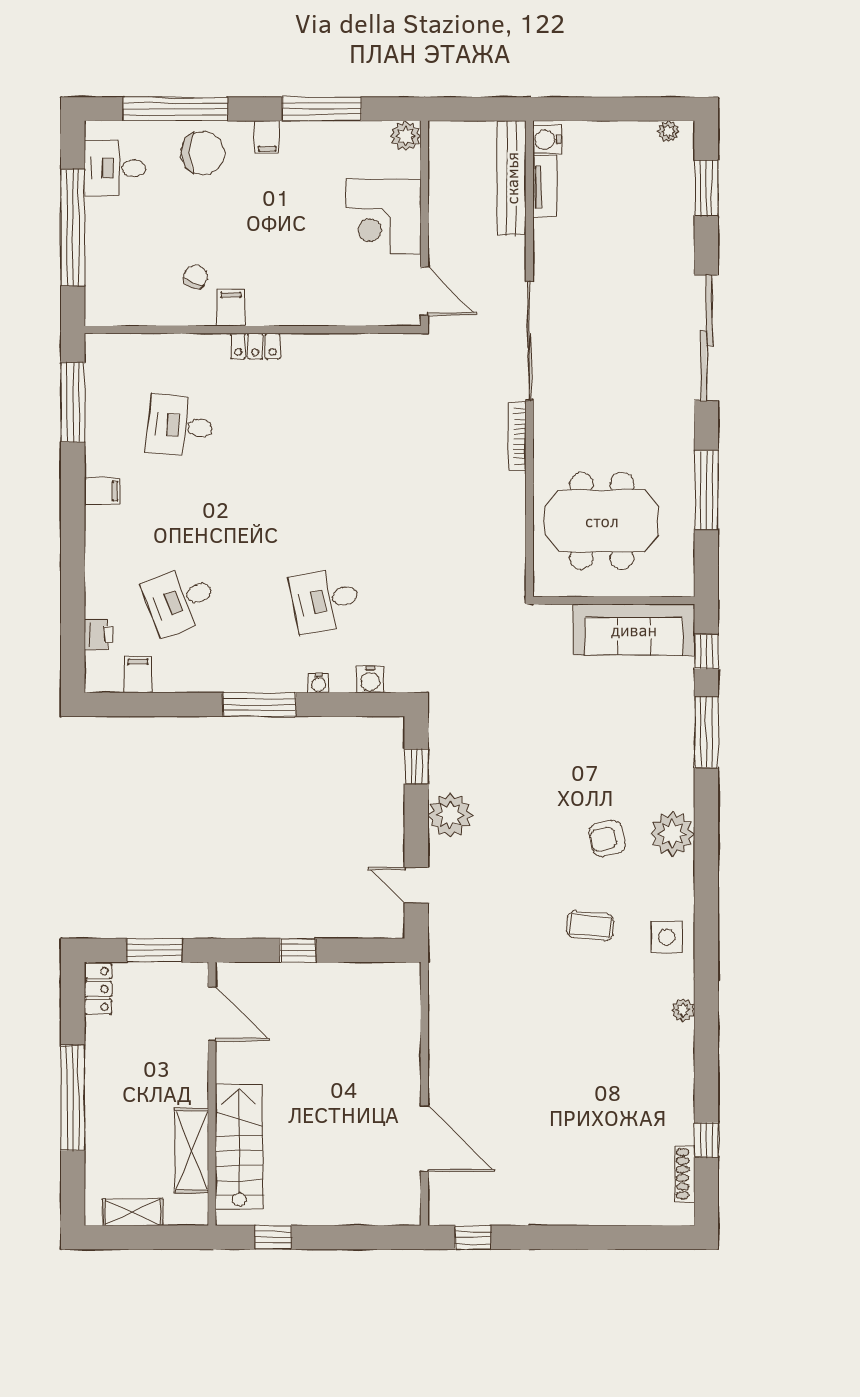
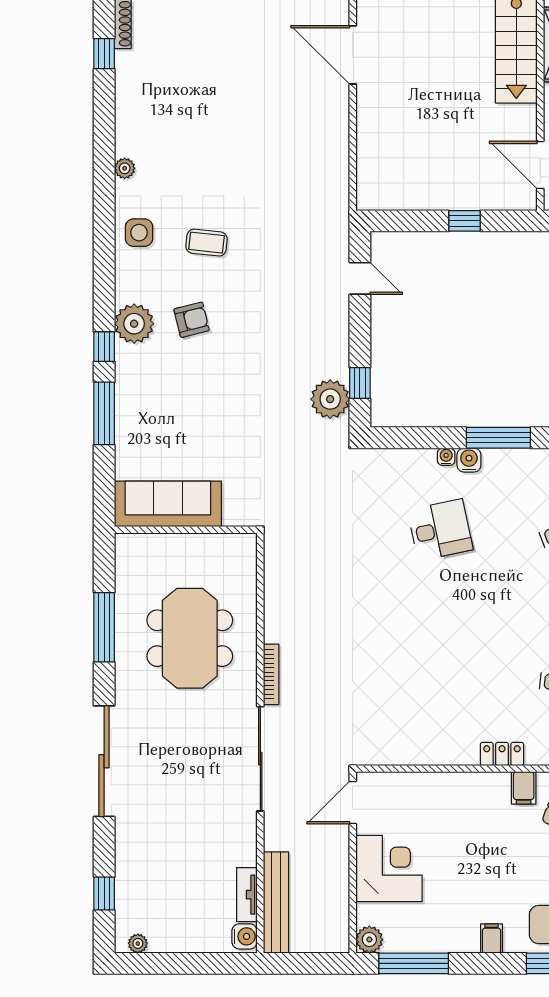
window: (322, 109) -> (414, 963), moved
window: (706, 188) -> (104, 893), width x0.67
door: (424, 291) -> (353, 803), hinge flipped
meeting table: (602, 521) -> (190, 638), moved, turned 90
window: (706, 652) -> (104, 347), moved
water cooler: (370, 679) -> (469, 460), moved
plant: (450, 815) -> (330, 399), moved

